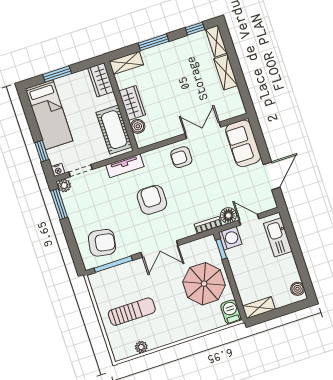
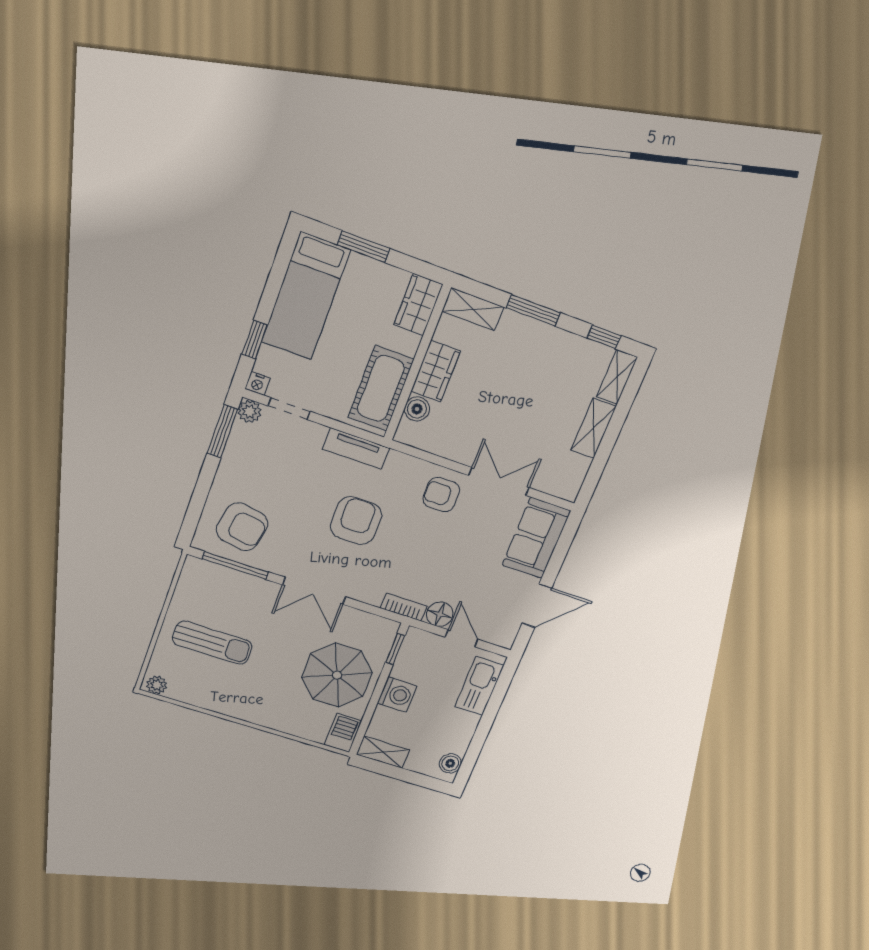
washing machine: (230, 238) -> (397, 695), moved
plant: (141, 347) -> (157, 685), moved

